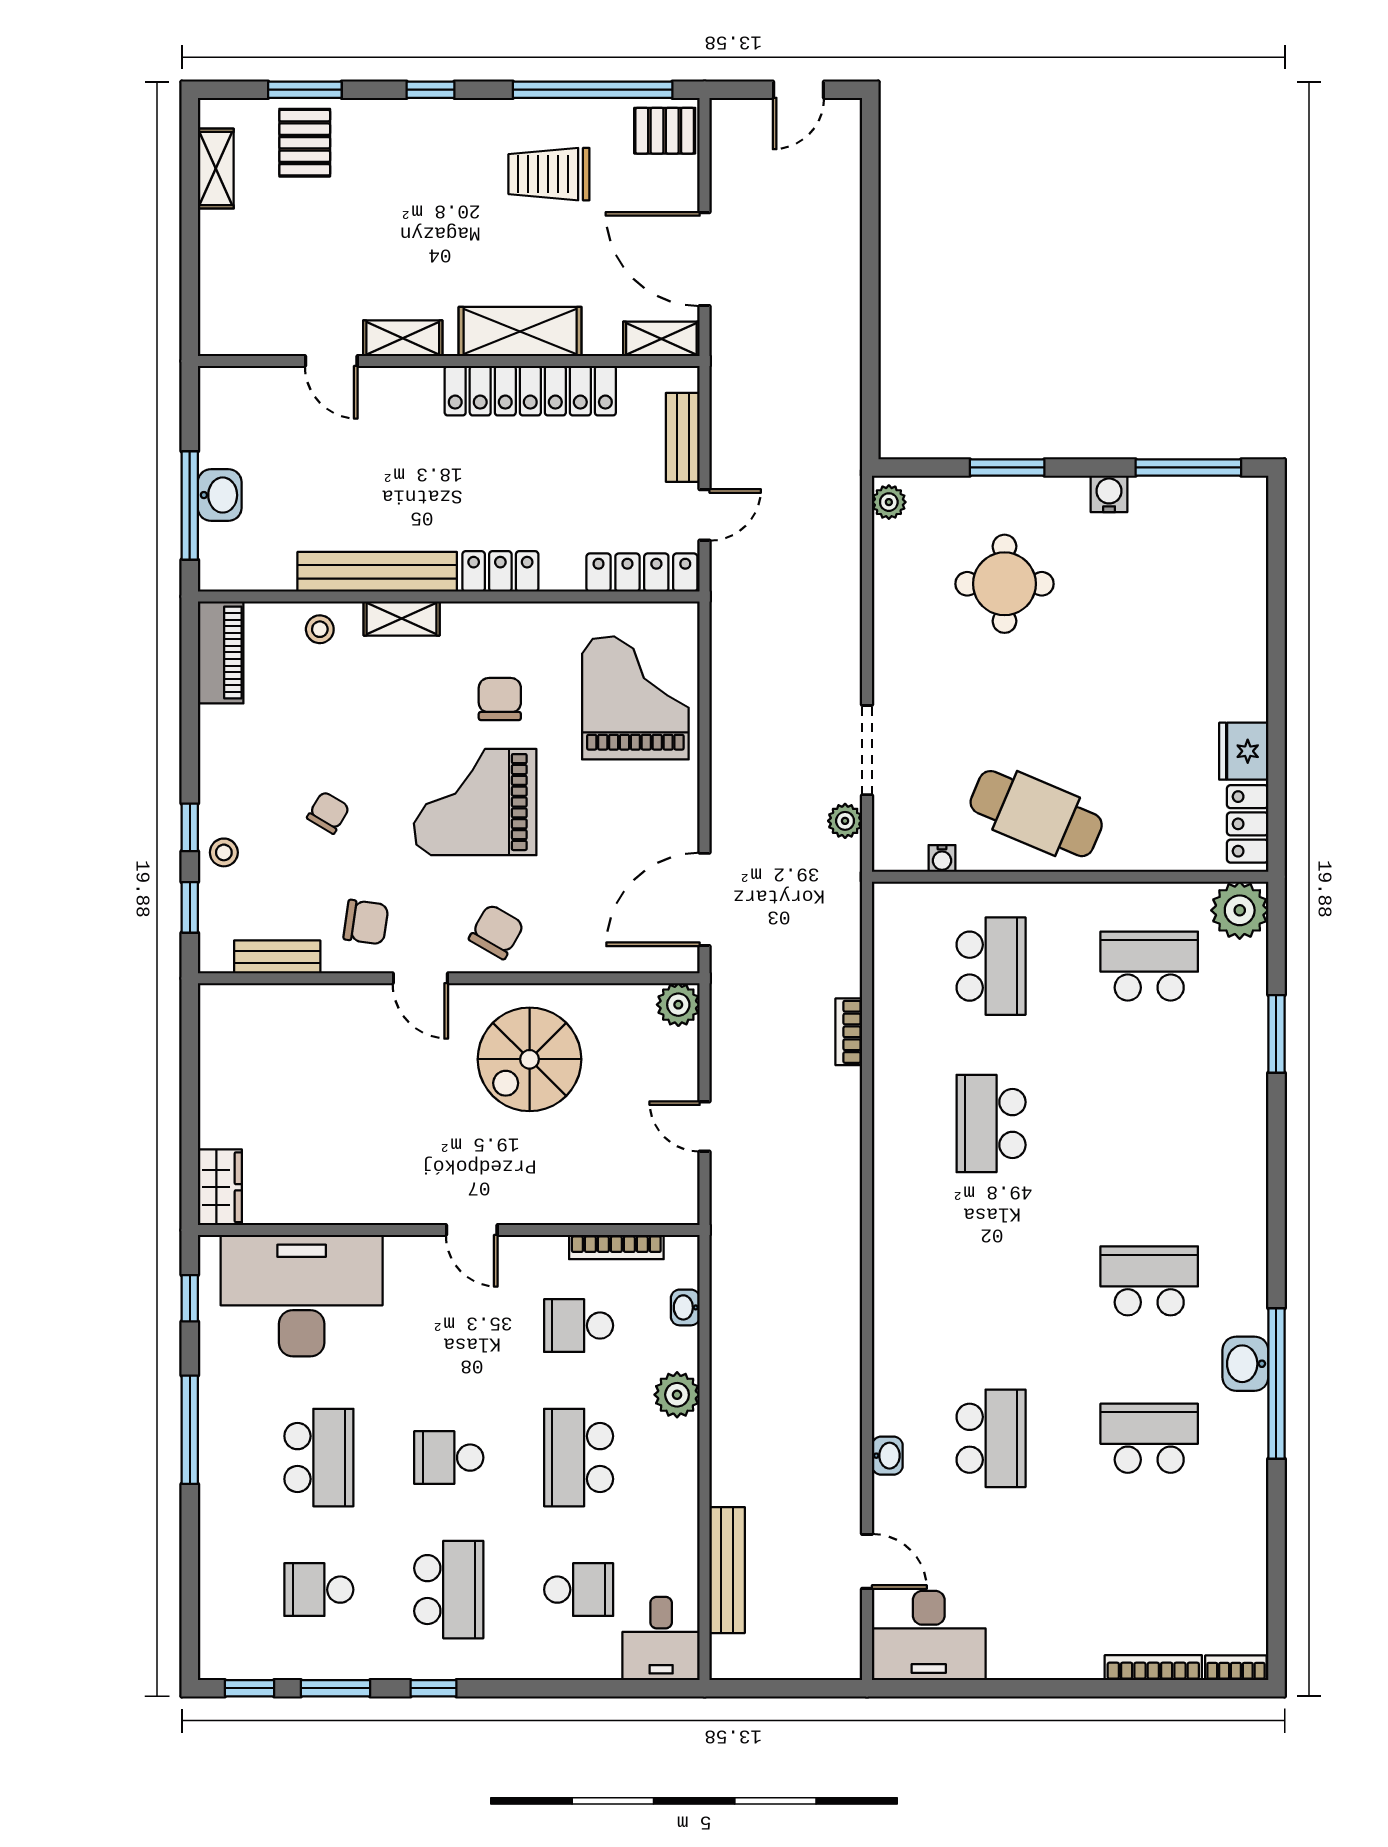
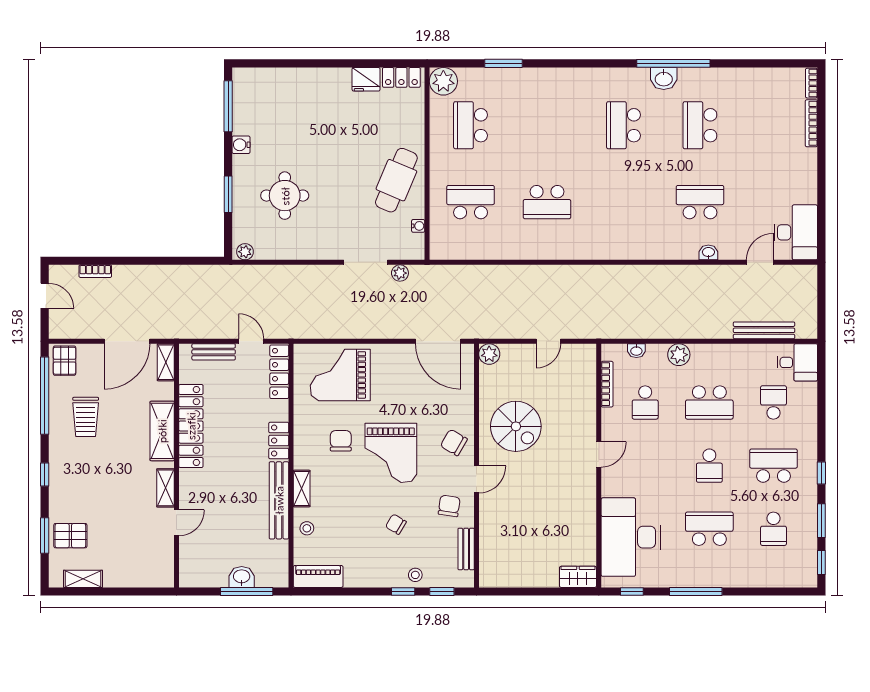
chair: (500, 699) -> (341, 441), turned 90
bookcase: (849, 1032) -> (95, 271), moved

